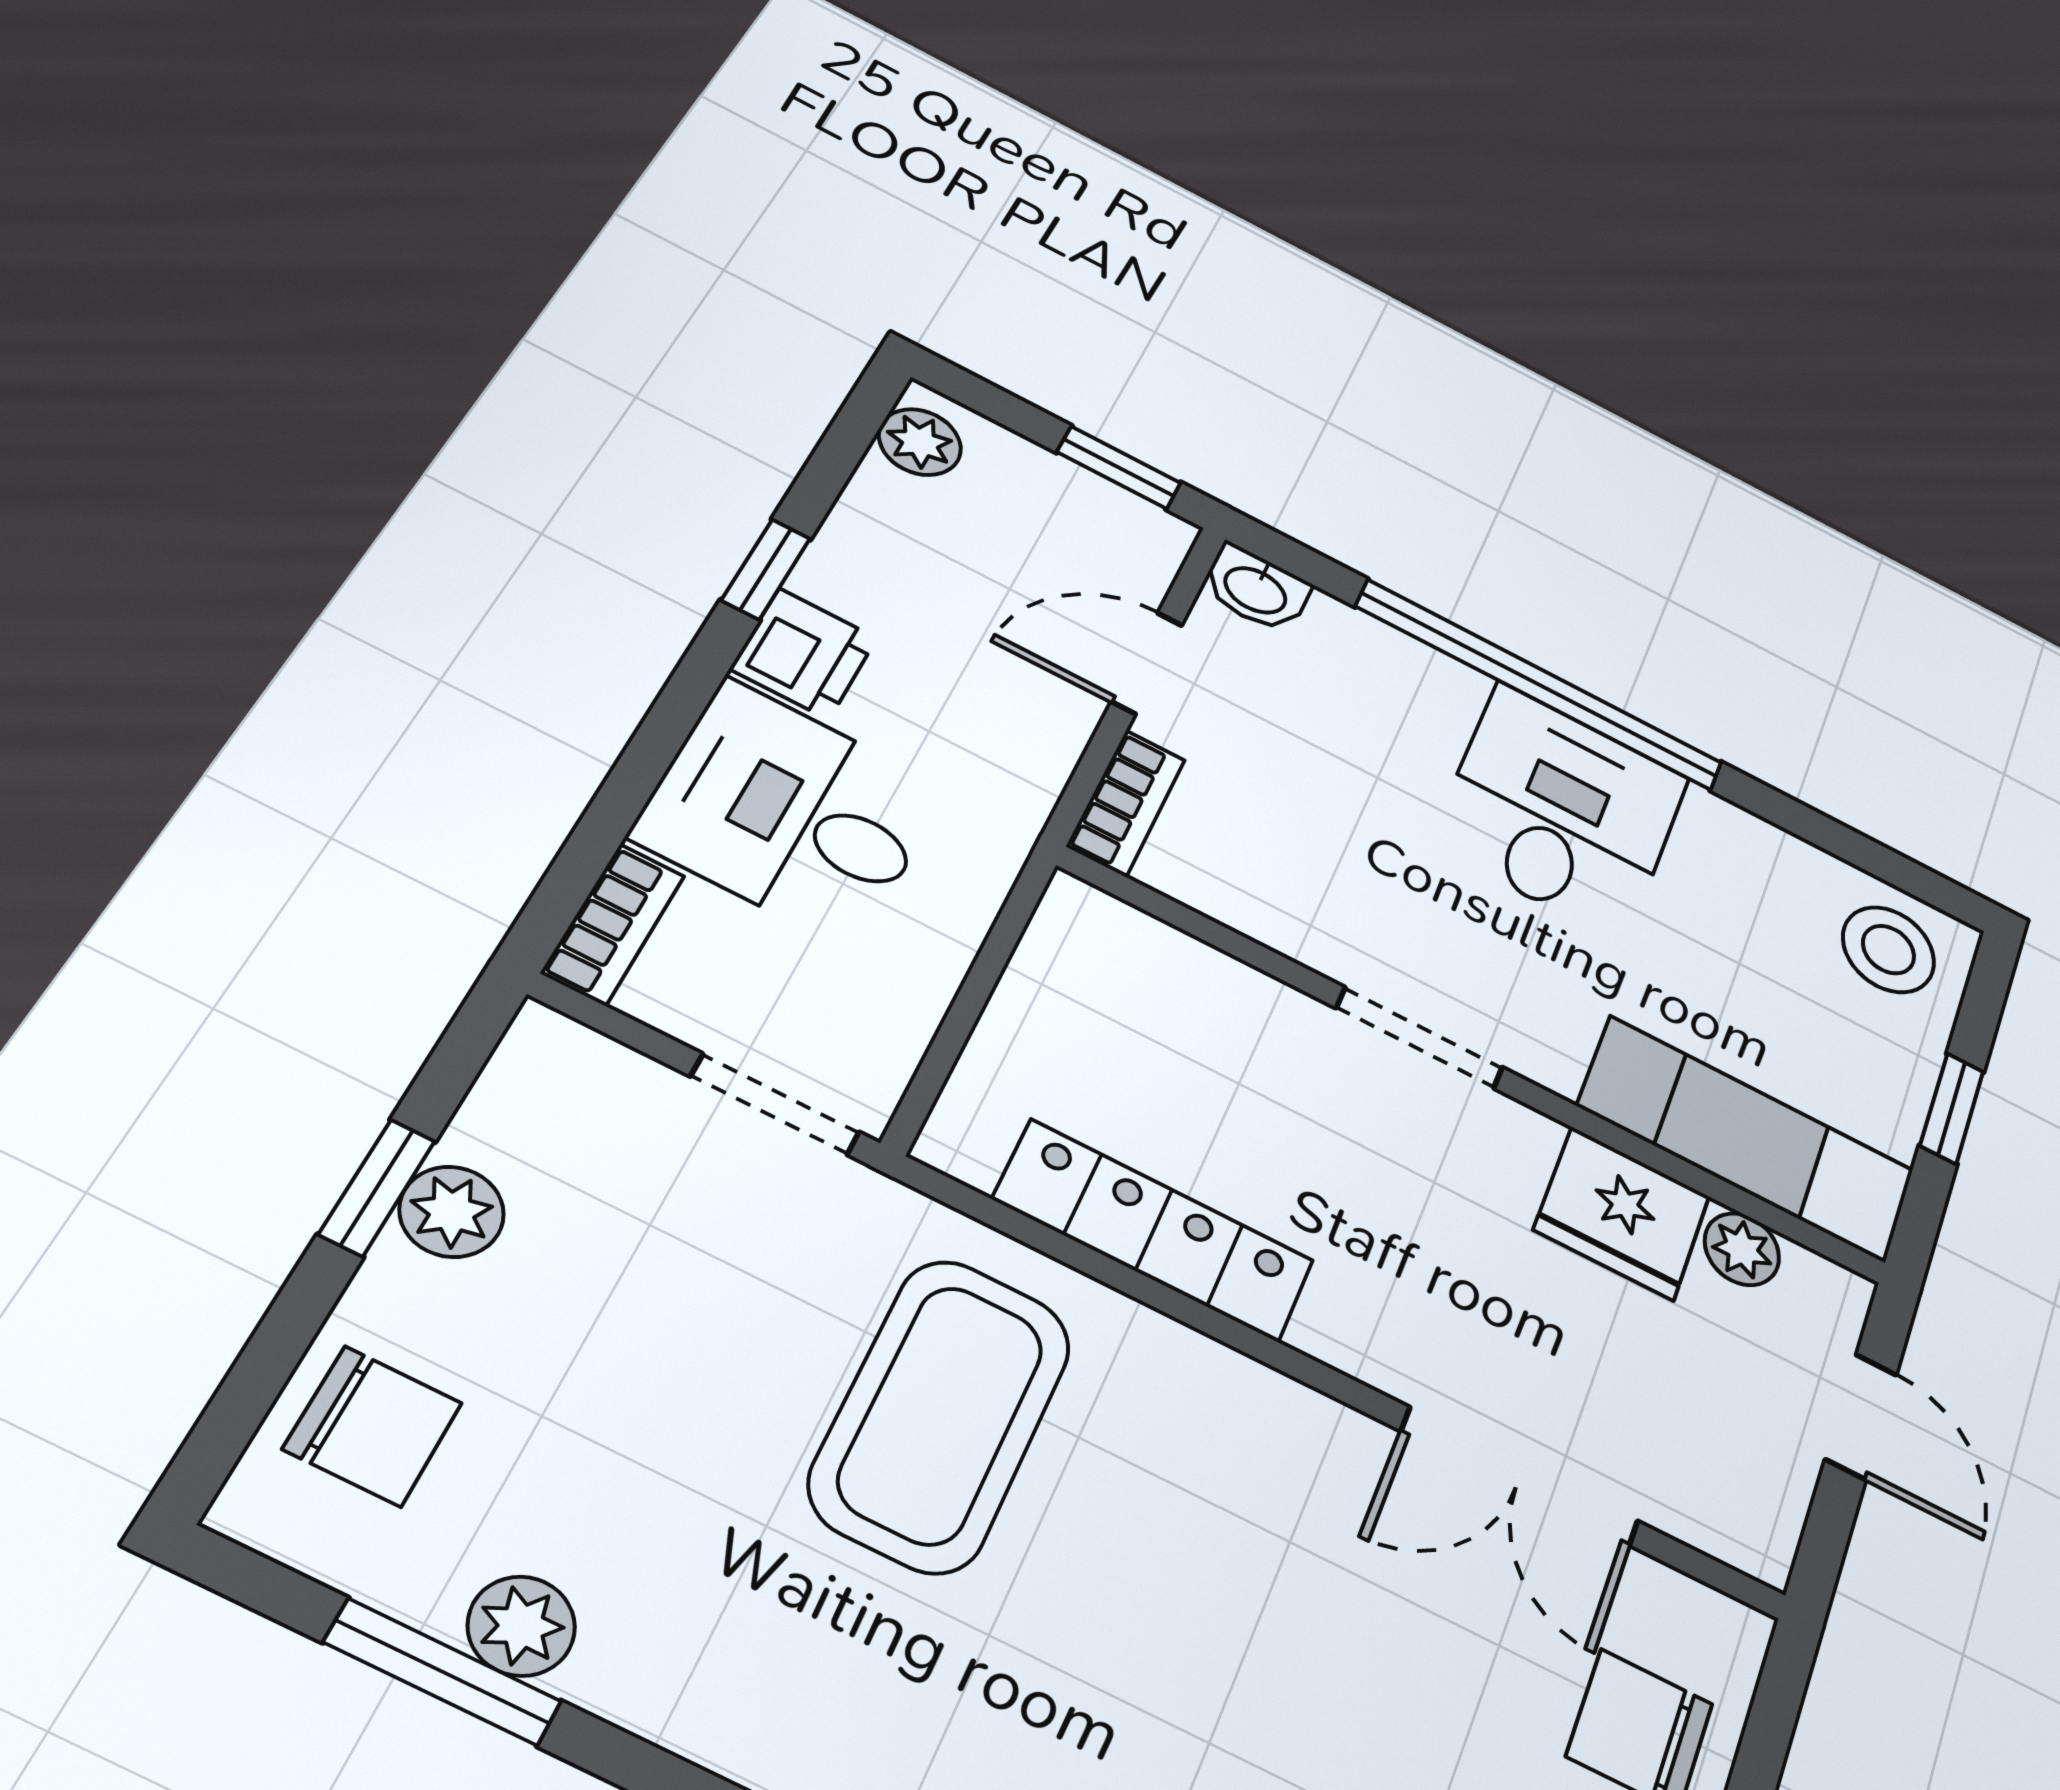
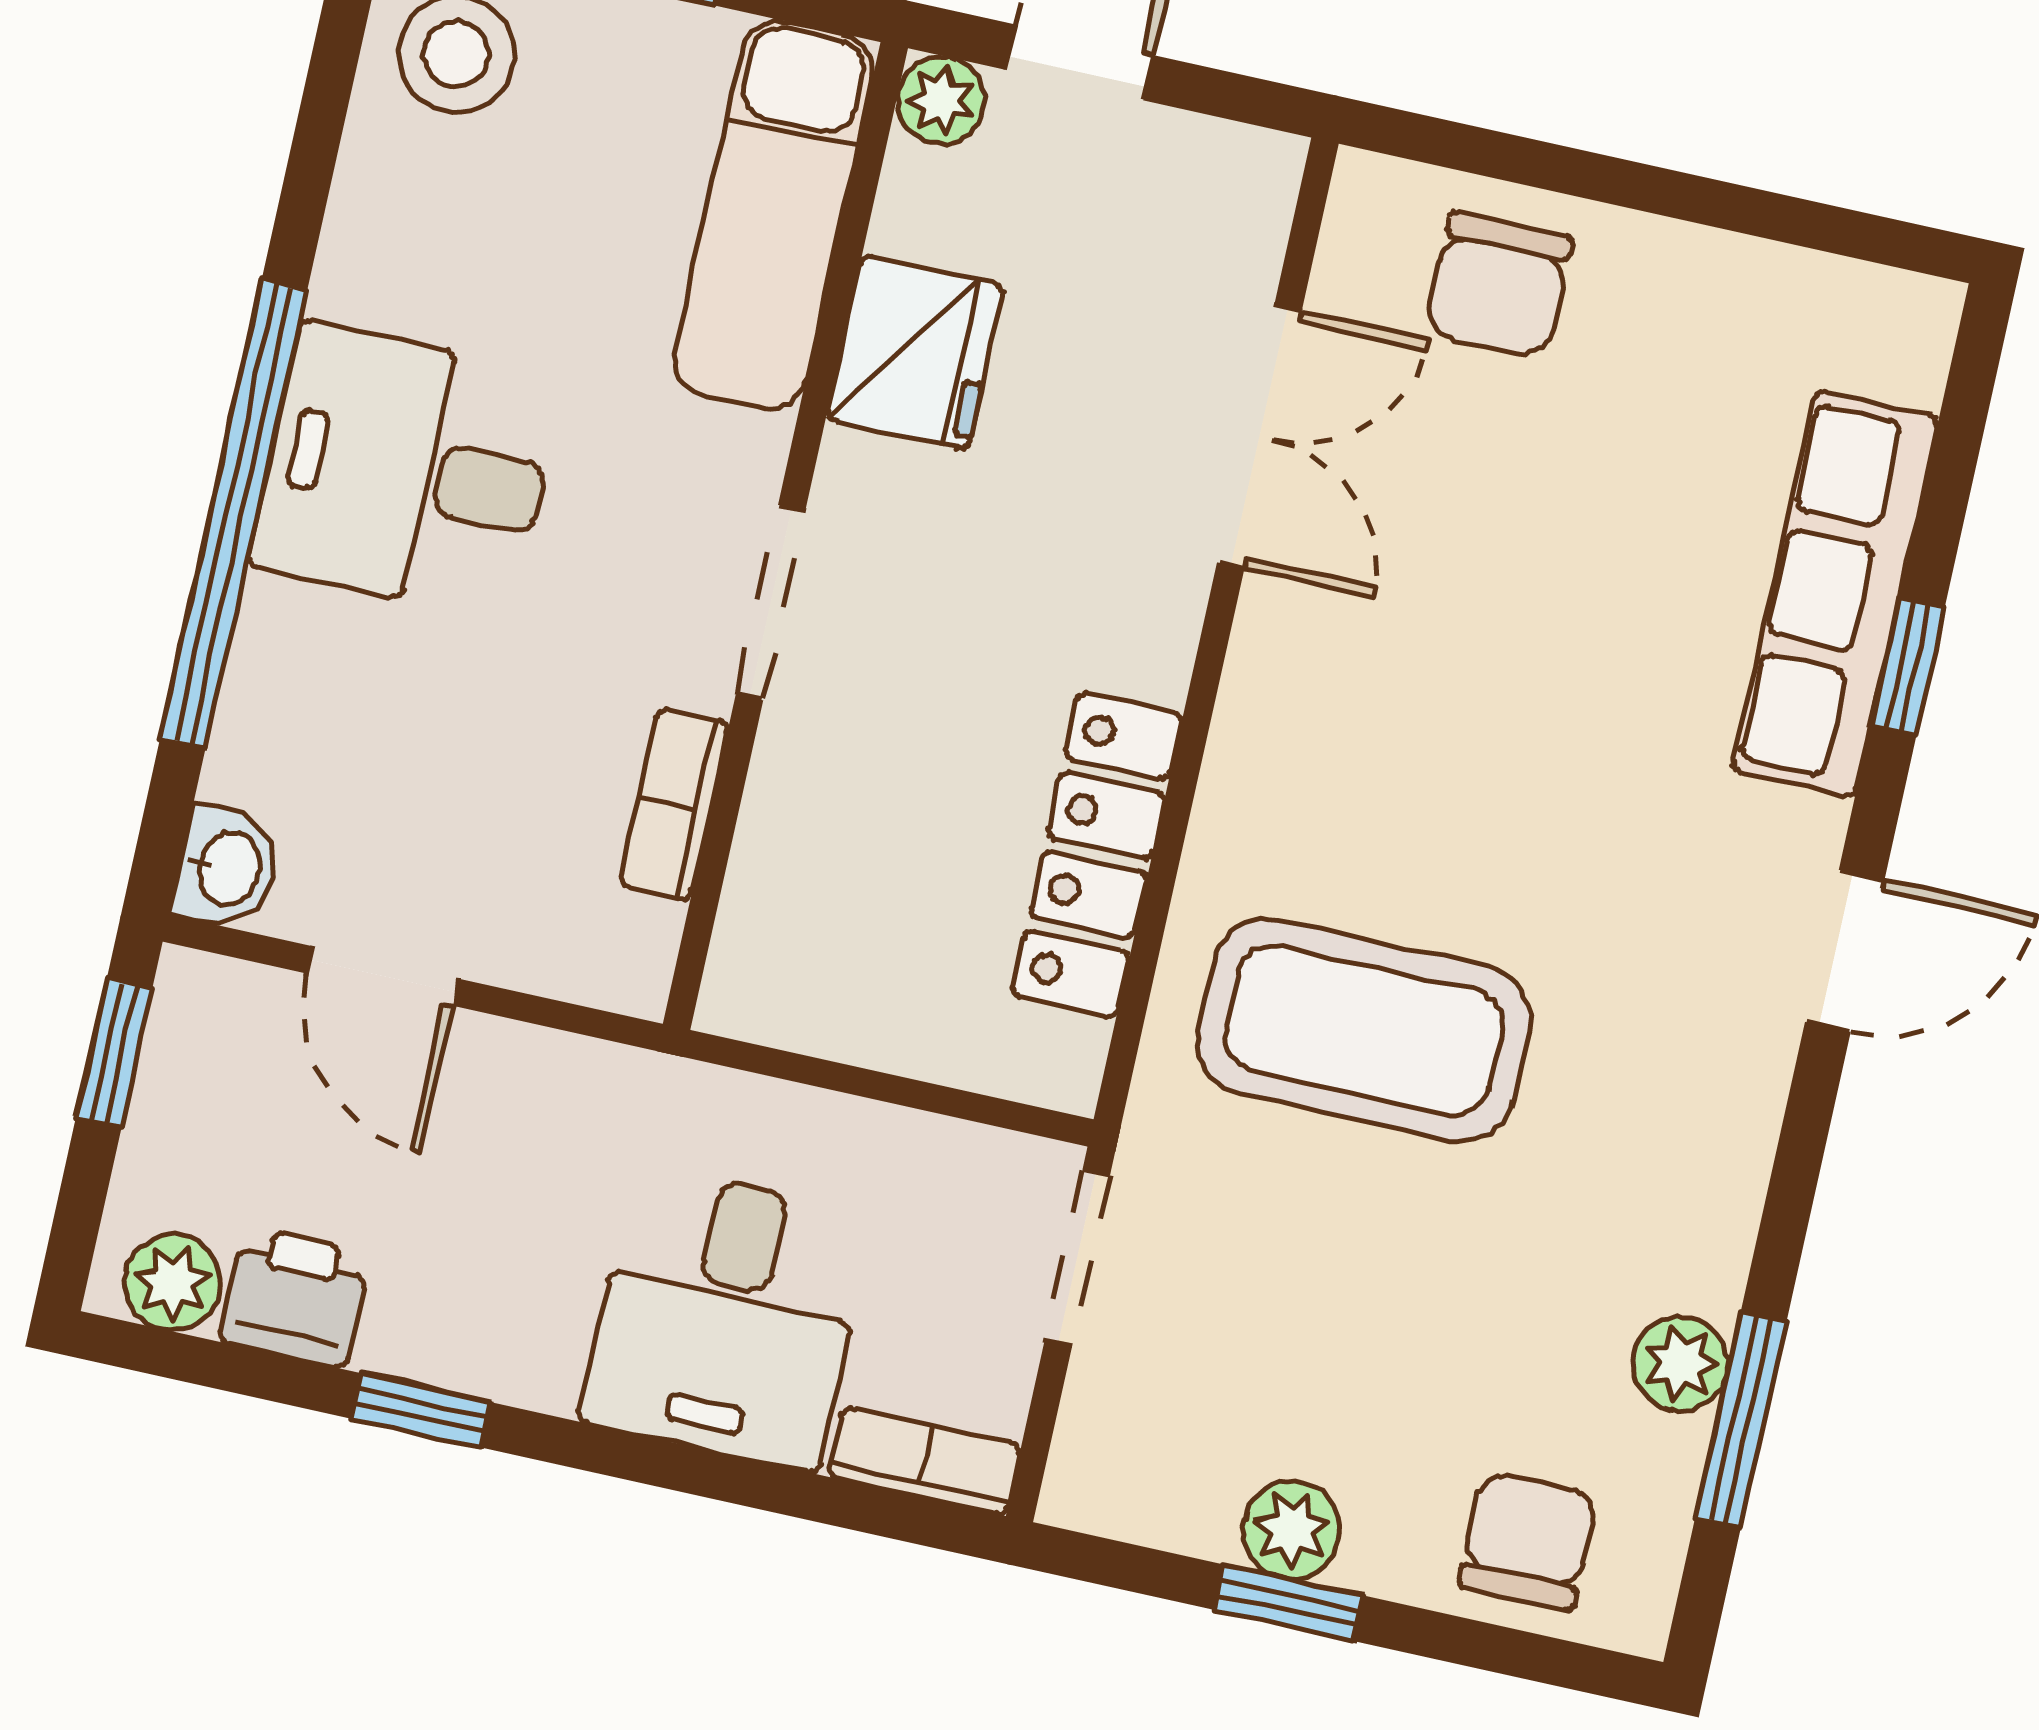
printer: (804, 653) -> (295, 1298), moved
bookcase: (1126, 803) -> (674, 804), moved, turned -90
plant: (1742, 1249) -> (941, 100), moved

